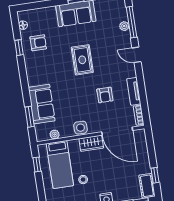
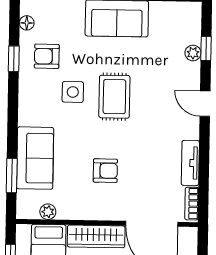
window: (131, 22) -> (206, 48), width x0.46
armchair: (38, 43) -> (47, 56), turned 180
armchair: (105, 95) -> (105, 171), moved, turned -90
side table: (80, 128) -> (73, 92), moved
wardrobe: (91, 143) -> (96, 236), width x1.50

